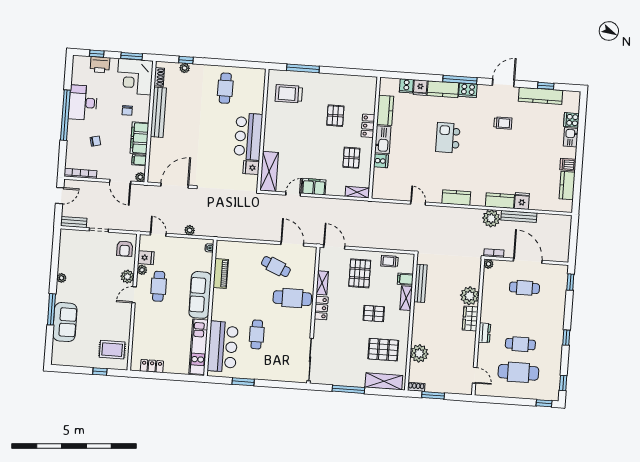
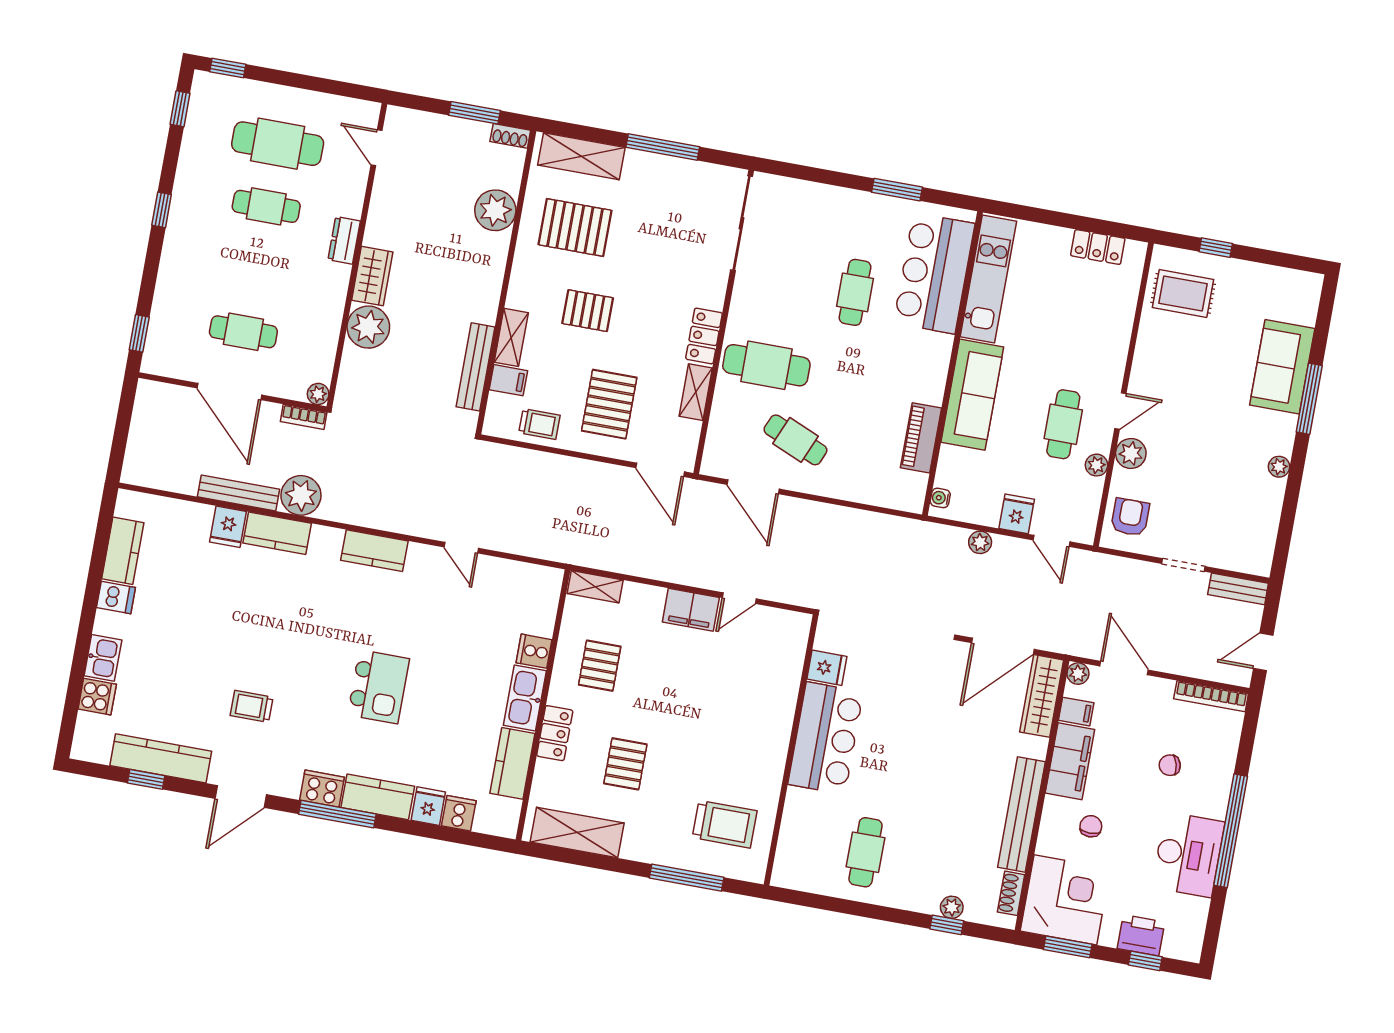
wardrobe: (155, 165) -> (1042, 696), added
shelving: (269, 171) -> (577, 833), moved, turned 90
fridge: (146, 258) -> (1017, 514), moved, turned 90

